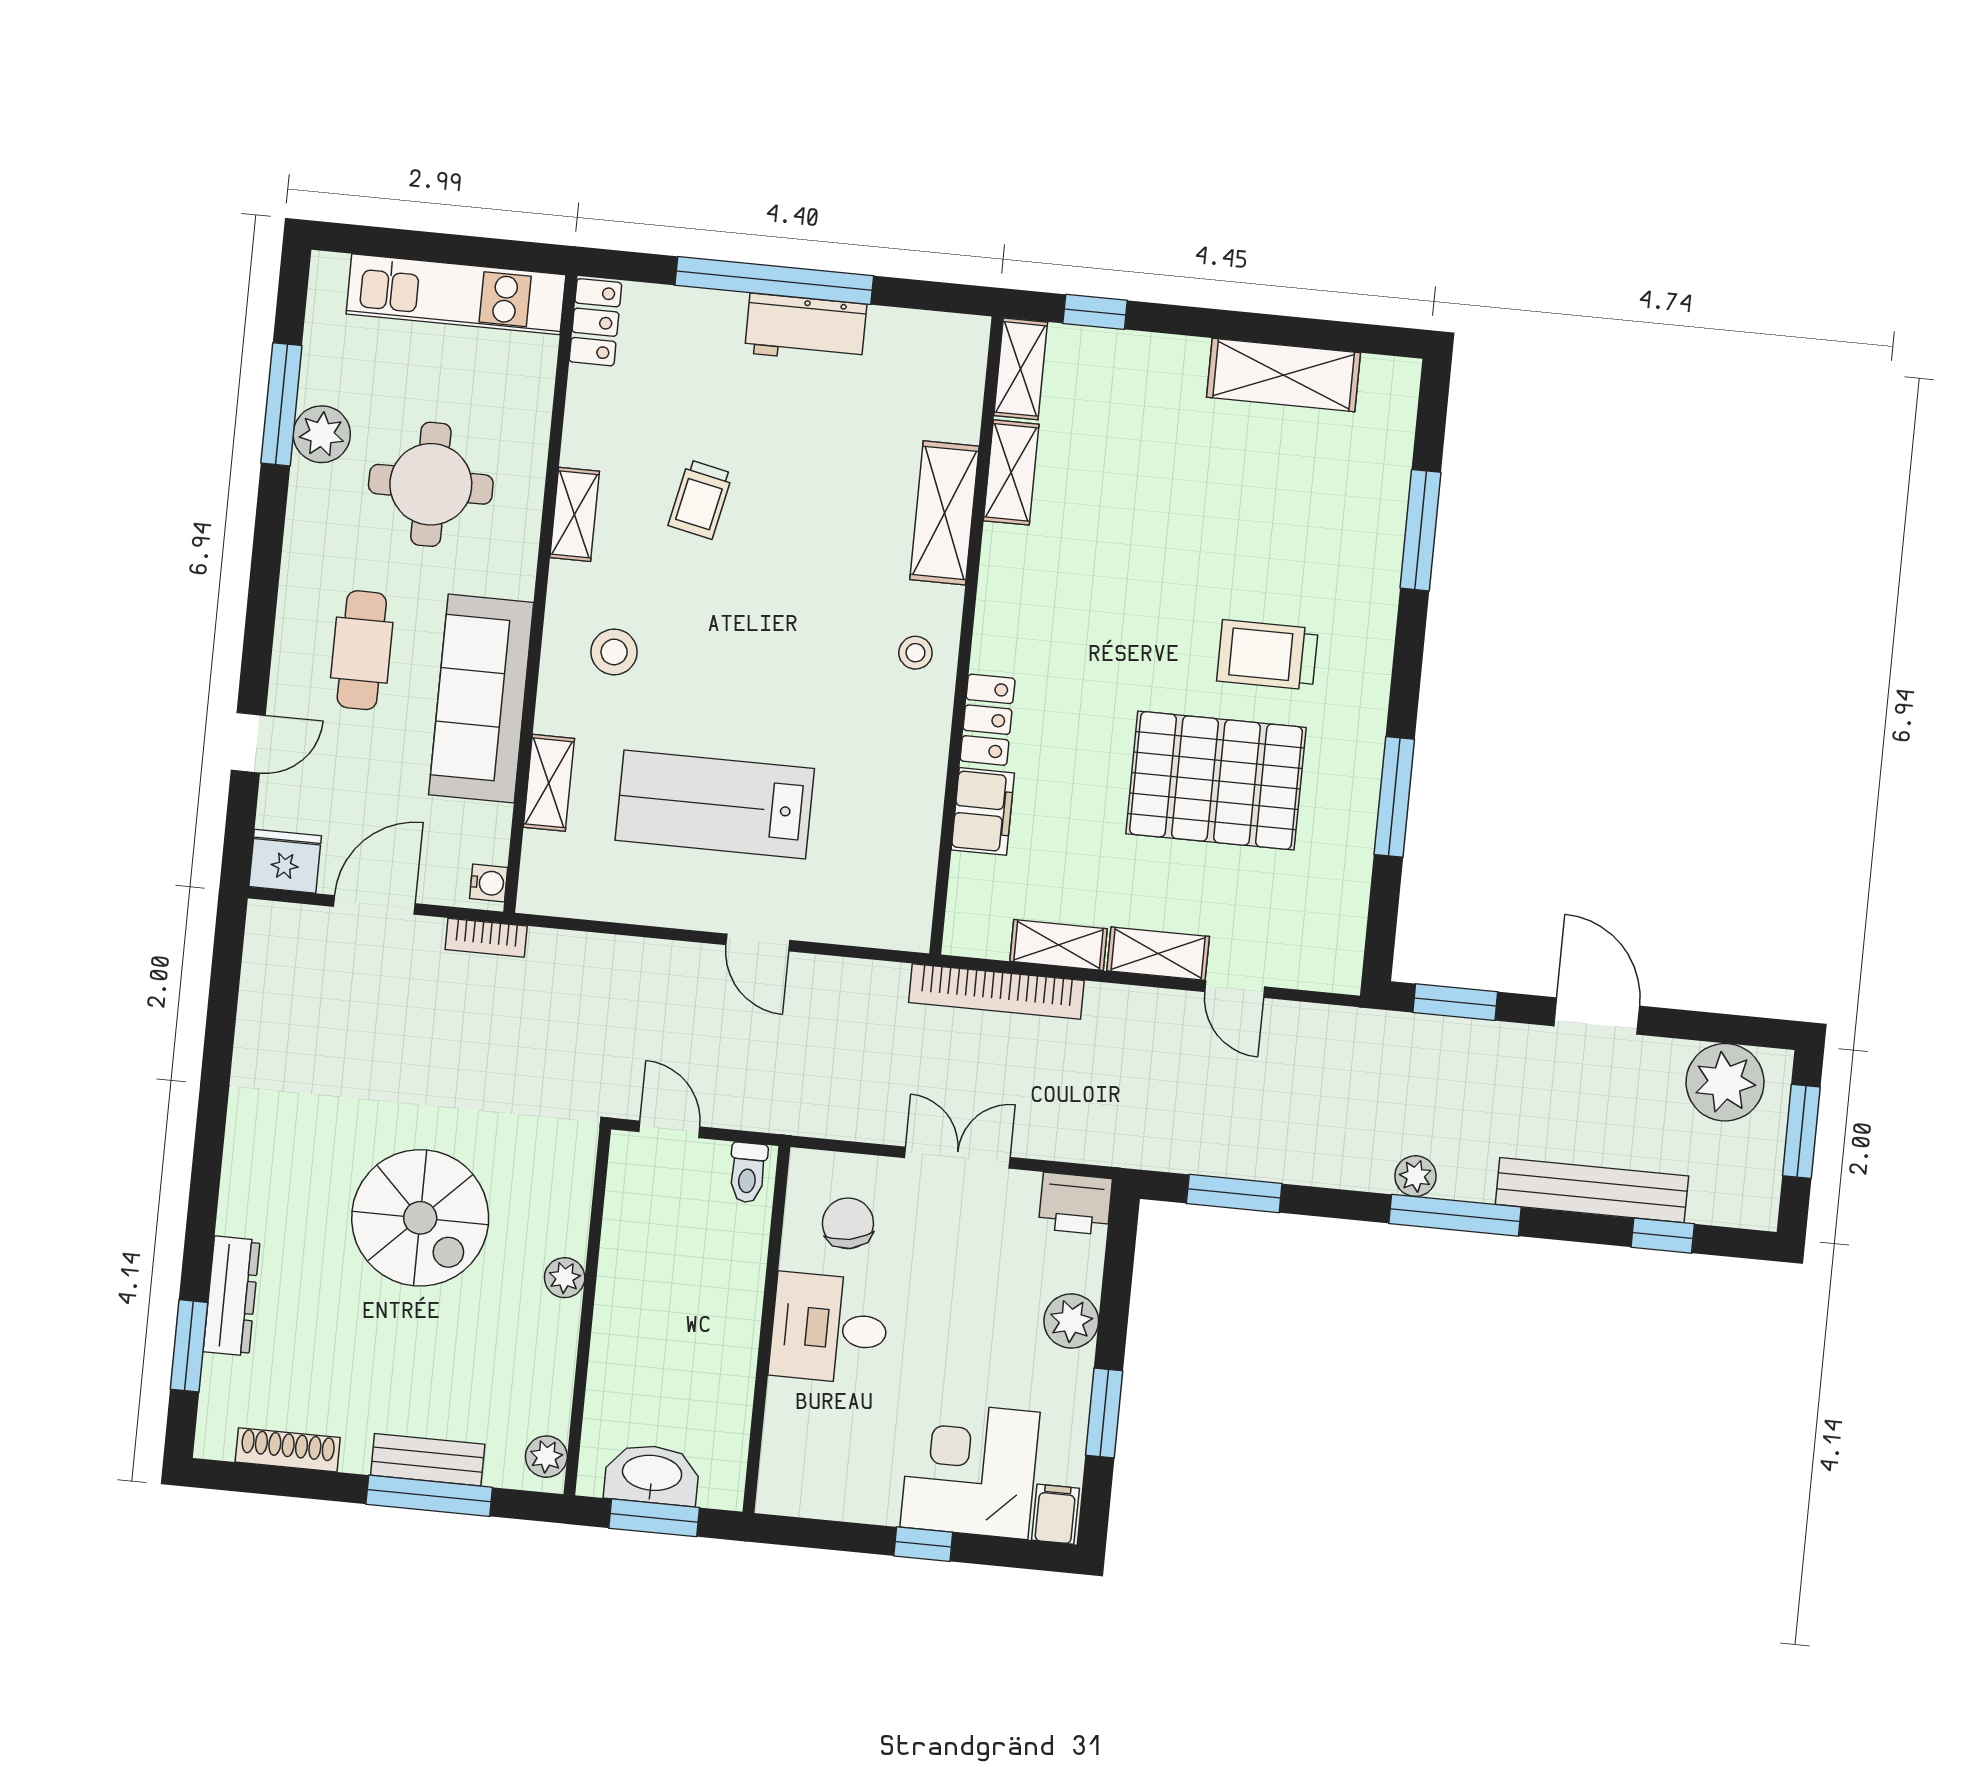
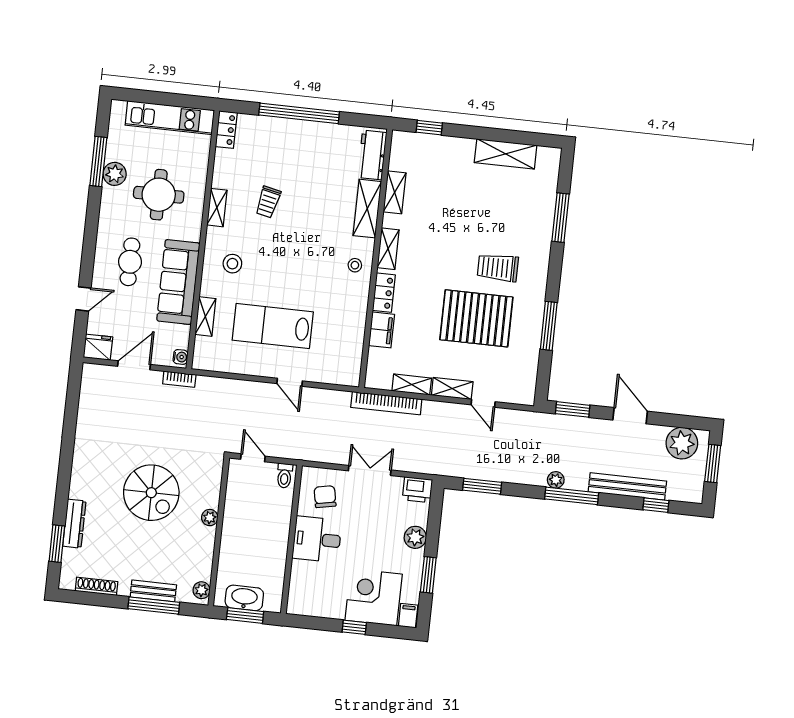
workbench: (806, 329) -> (372, 155), moved, turned 90
shelving: (1021, 369) -> (388, 249), moved

